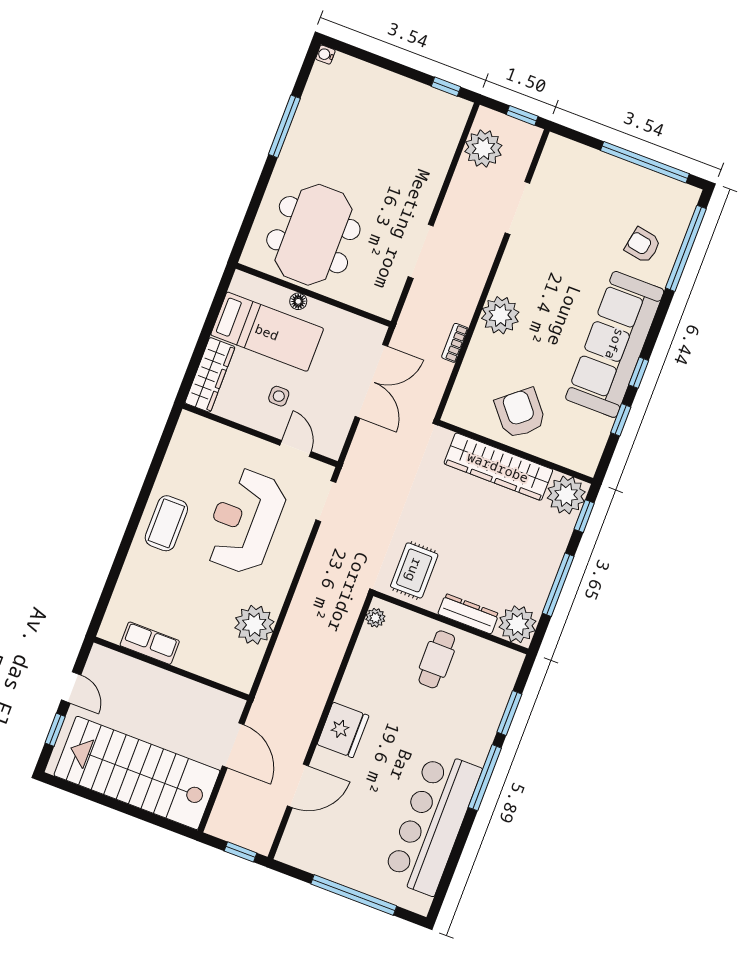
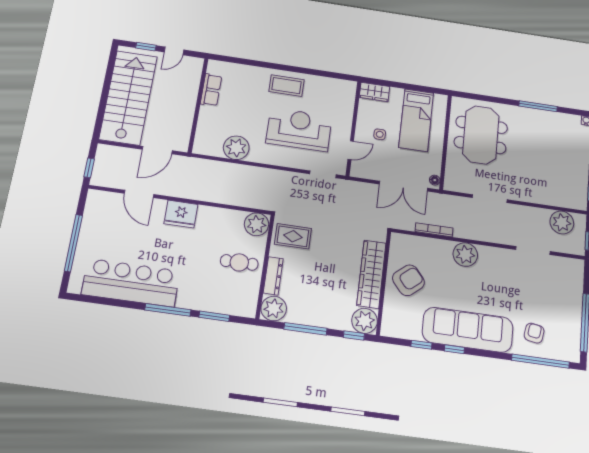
meeting table: (313, 235) -> (481, 135), turned 90
floor lamp: (298, 301) -> (435, 180), moved
bookcase: (455, 343) -> (434, 230), width x1.56
wardrobe: (210, 375) -> (375, 92), width x0.67
plant: (375, 618) -> (256, 224), width x1.87, depth x1.87

